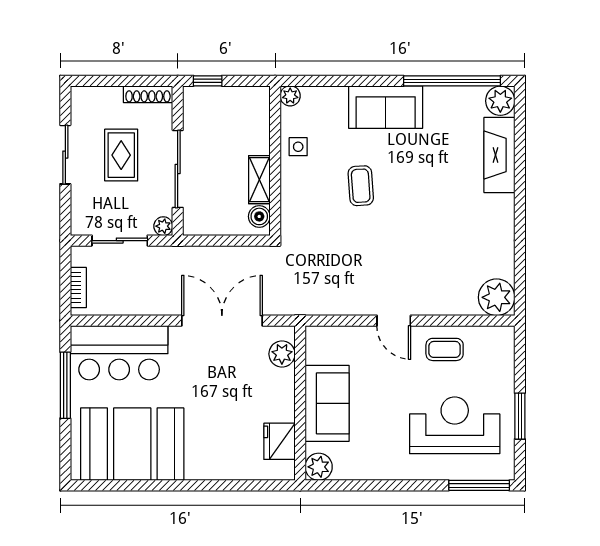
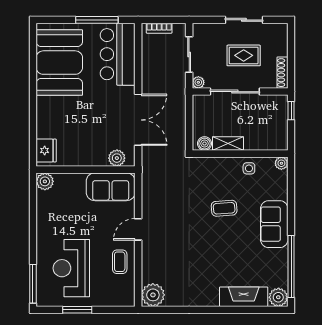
sofa: (327, 403) -> (111, 187), moved
reception desk: (455, 425) -> (71, 268), turned 180
fridge: (279, 441) -> (46, 150), moved, turned 90

